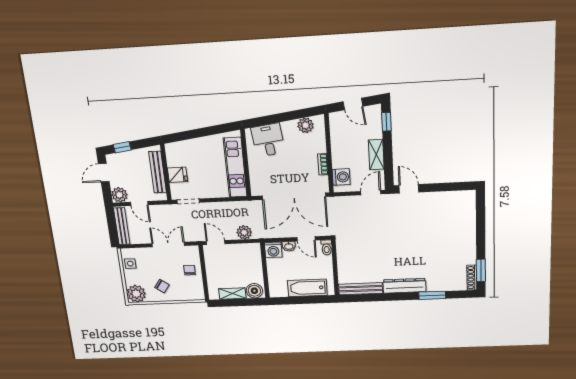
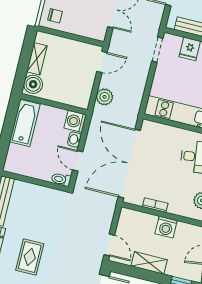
washing machine: (341, 177) -> (166, 227), moved
door: (306, 239) -> (78, 161), hinge flipped
rug: (402, 254) -> (30, 257), added
chair: (190, 270) -> (55, 16), moved
bathtub: (307, 288) -> (25, 123), moved

